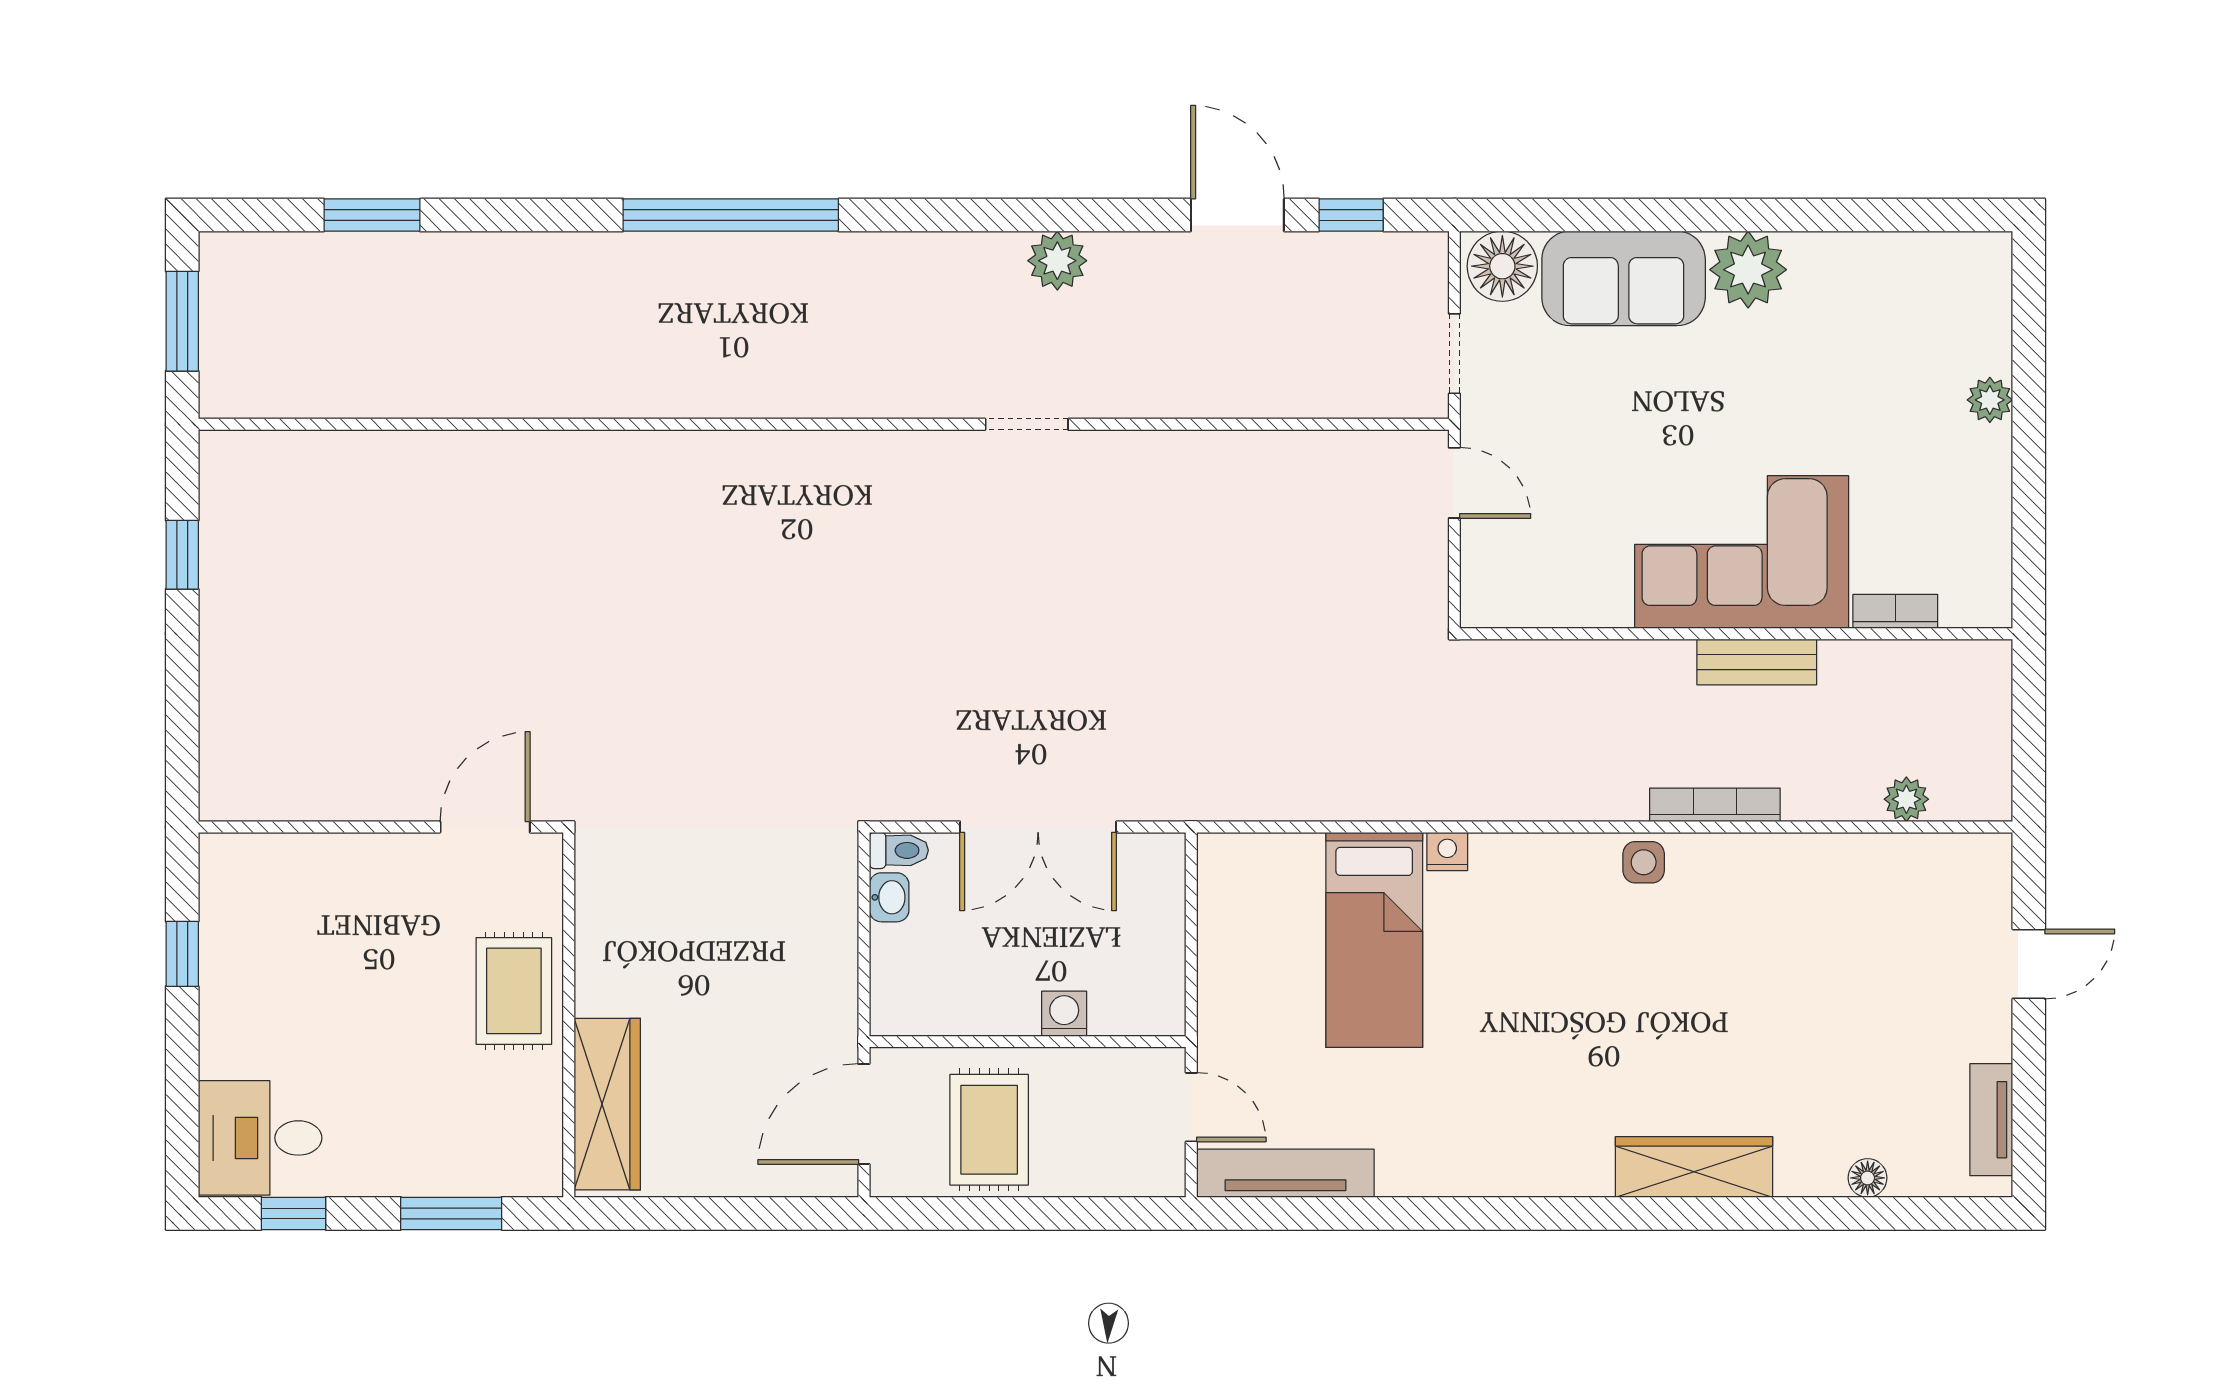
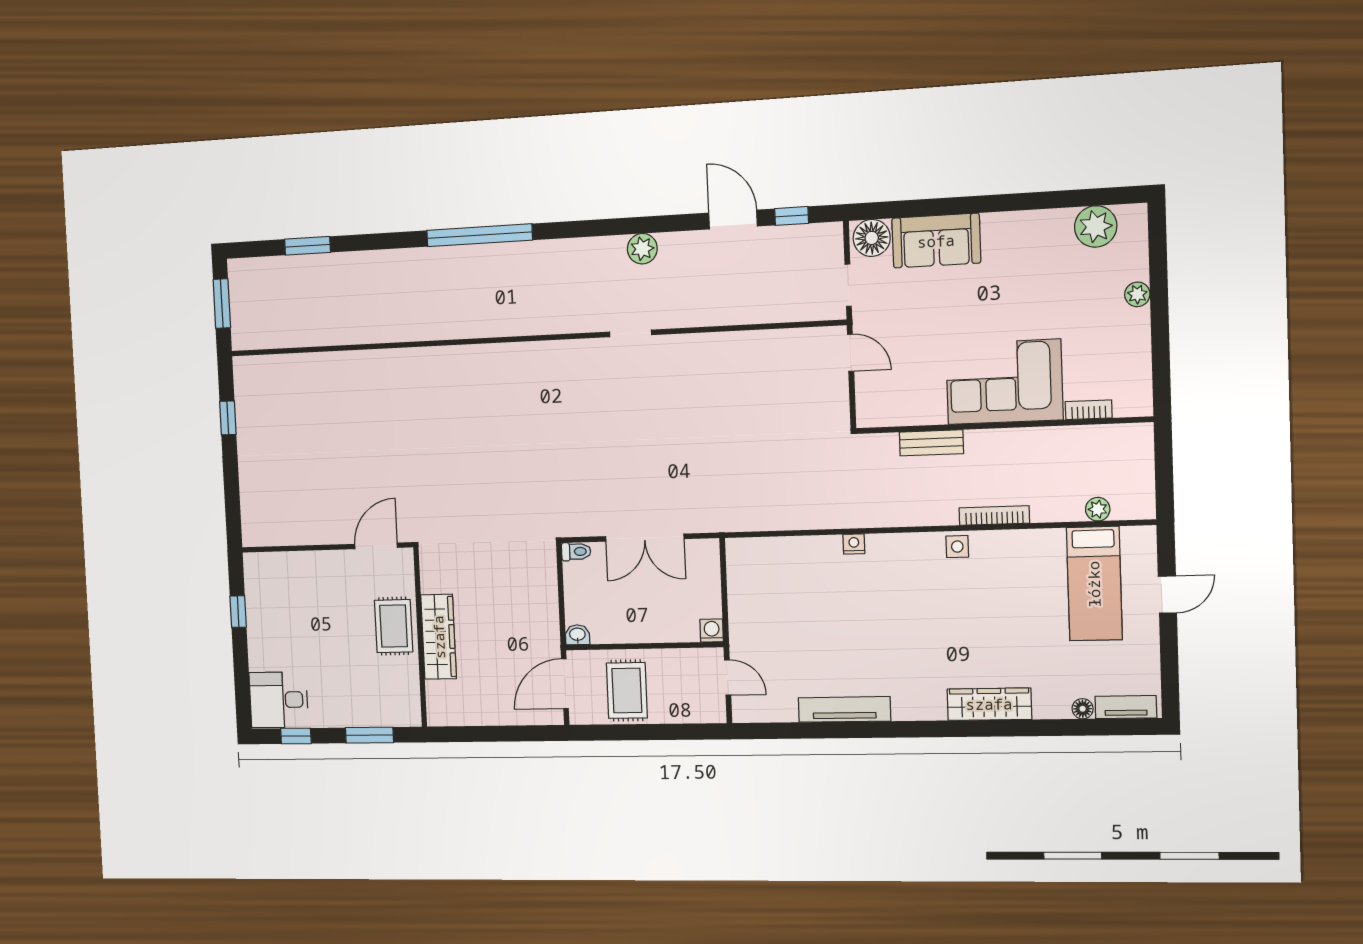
plant: (1748, 270) -> (1096, 226), moved
bench: (1757, 662) -> (931, 443), moved
washbasin: (889, 897) -> (577, 635), moved, turned -90
bed: (1374, 940) -> (1094, 584), moved
washing machine: (1064, 1014) -> (712, 631), moved
wardrobe: (607, 1104) -> (439, 637), moved
tv unit: (1991, 1120) -> (1126, 707), moved, turned 90
tv unit: (1285, 1173) -> (844, 709), moved

